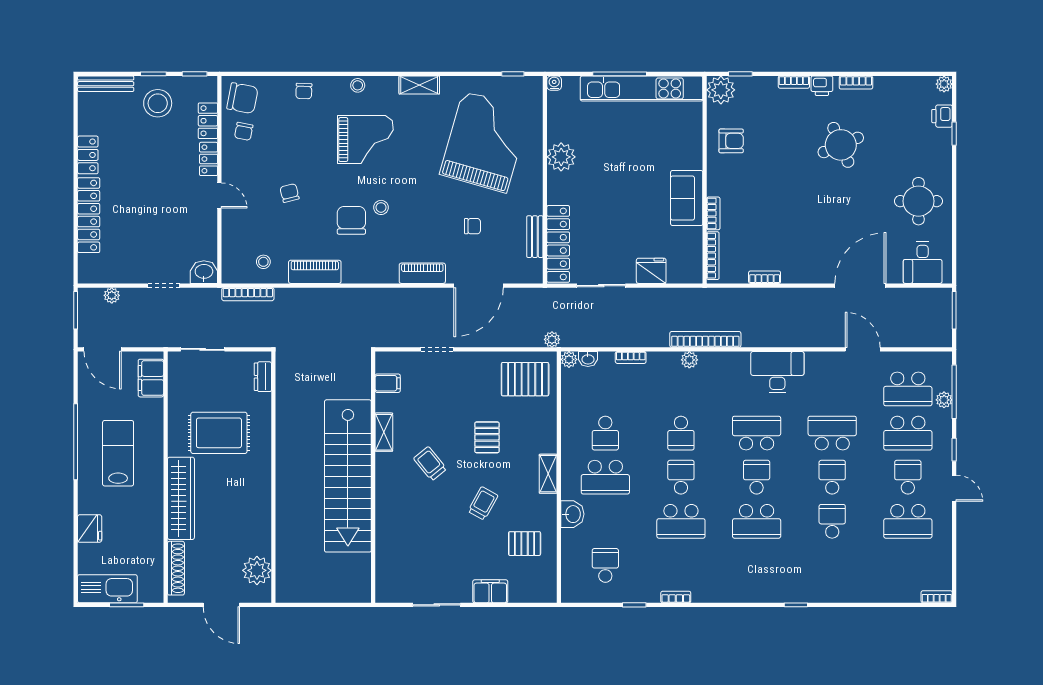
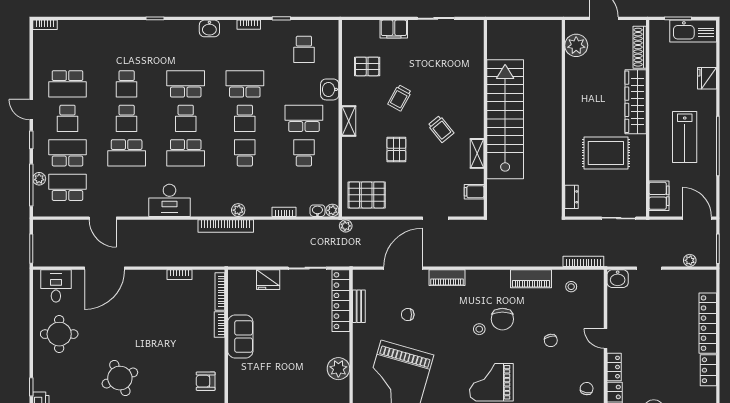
school desk: (908, 521) -> (67, 84), turned 180
washbasin: (726, 592) -> (209, 28), added

